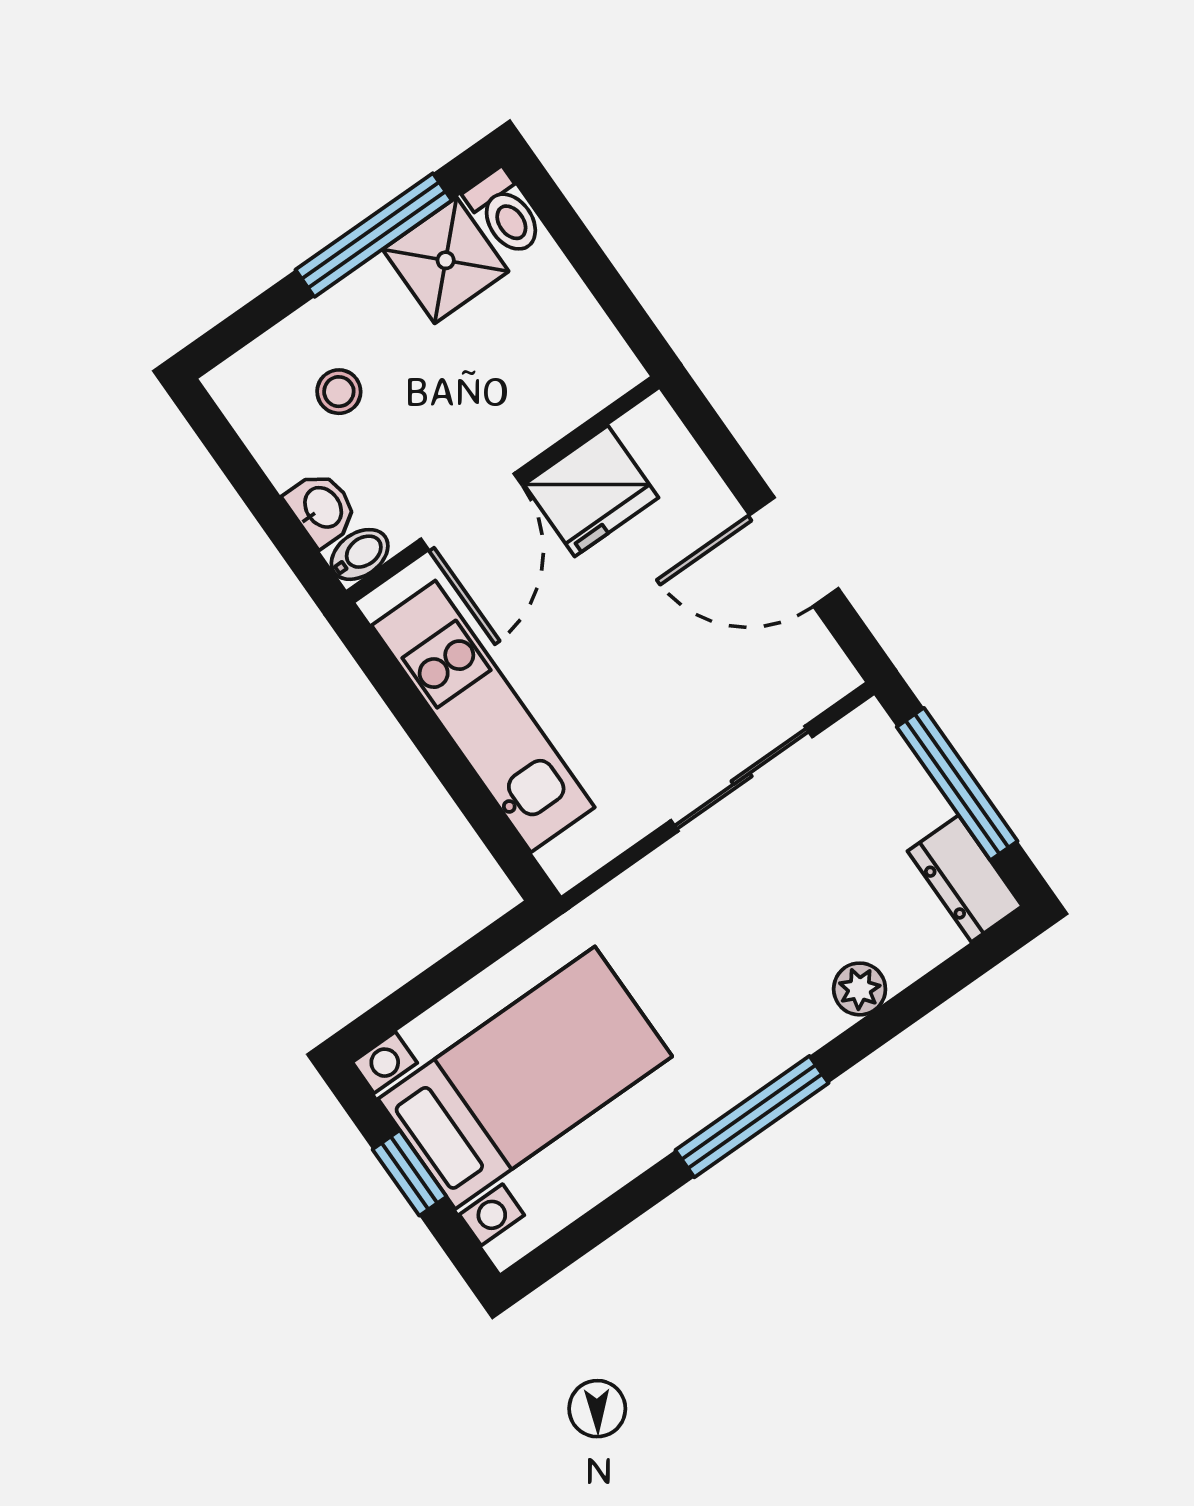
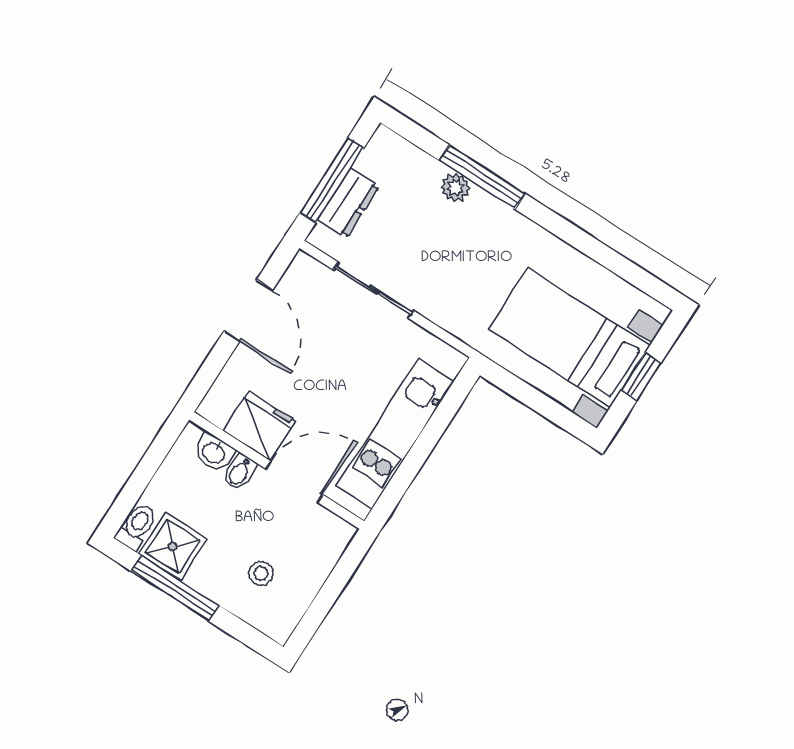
washbasin: (322, 508) -> (214, 453), moved, turned -90
bidet: (360, 554) -> (240, 472), moved, turned -90
dresser: (965, 879) -> (348, 203), moved
window: (752, 1117) -> (482, 177), moved

